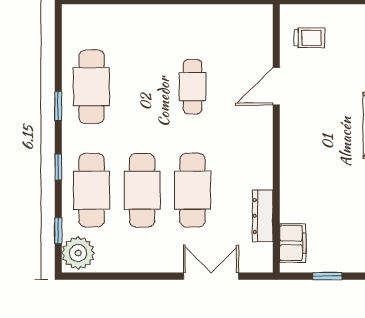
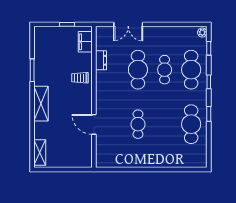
trolley: (309, 38) -> (80, 78), moved
door: (276, 86) -> (94, 124), swing flipped
cafe table: (142, 190) -> (165, 70), width x0.73, depth x0.74
dresser: (263, 216) -> (101, 60), width x0.70
plant: (78, 253) -> (202, 32), width x0.53, depth x0.53

